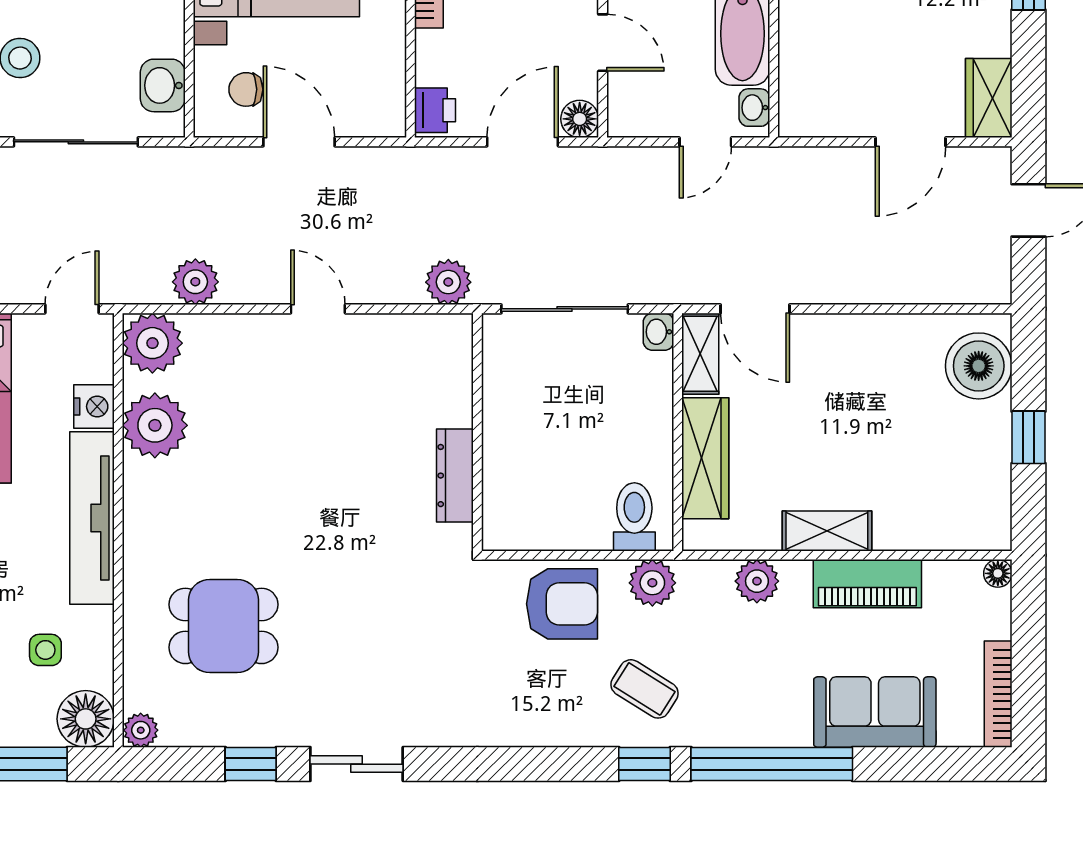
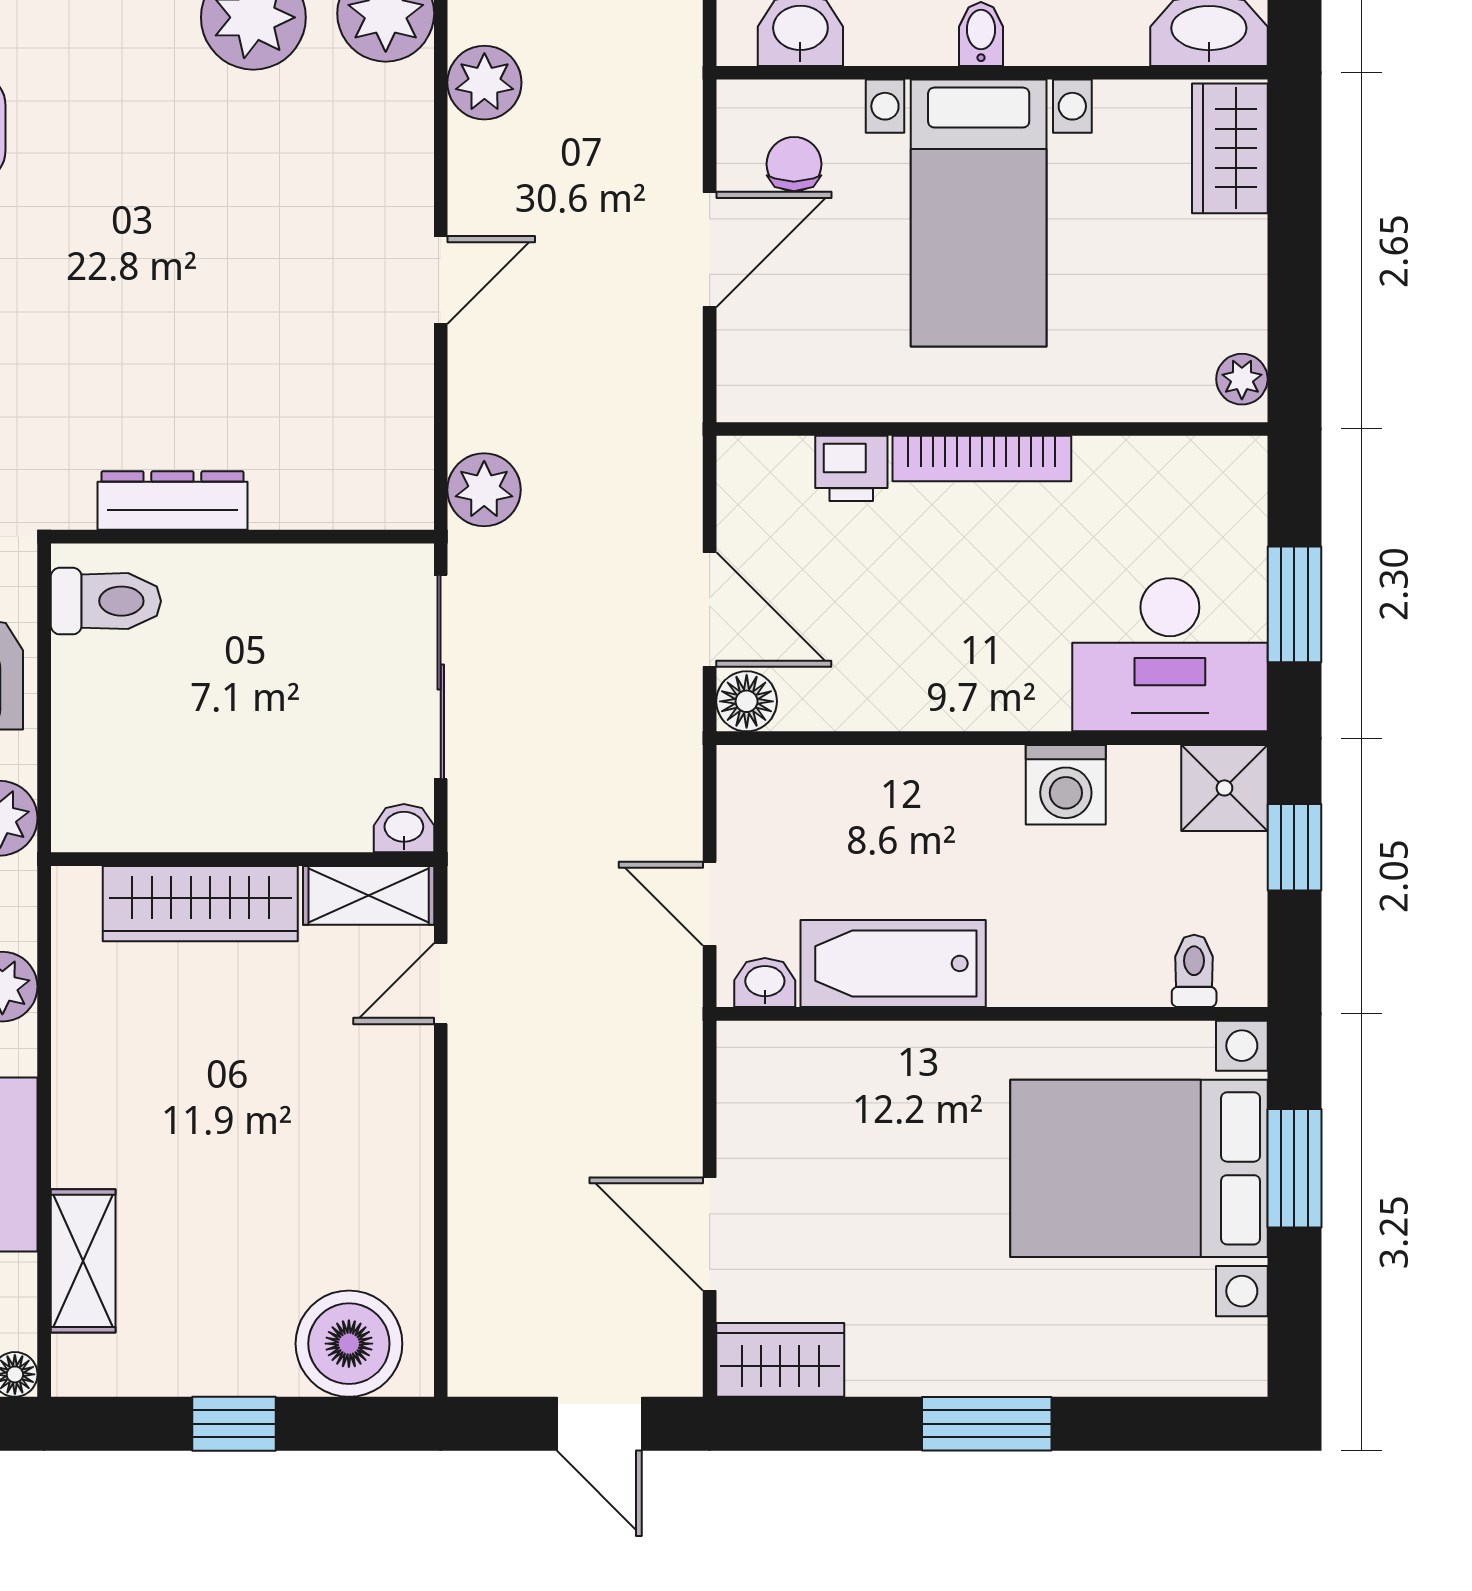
door: (603, 43) -> (869, 738), removed
printer: (435, 110) -> (851, 468), moved
door: (755, 309) -> (441, 984), width x0.73
toilet: (634, 517) -> (106, 601), moved
shelving: (827, 531) -> (83, 1261), moved

